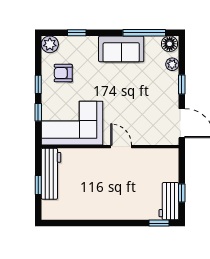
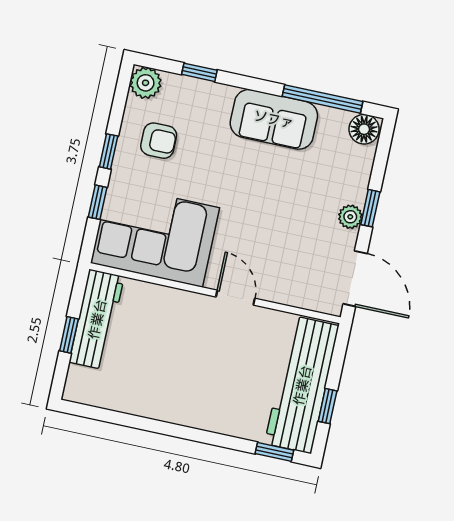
plant: (172, 64) -> (350, 217), moved
armchair: (63, 73) -> (159, 141), turned 180
workbench: (169, 201) -> (302, 385), width x1.88, depth x1.32

